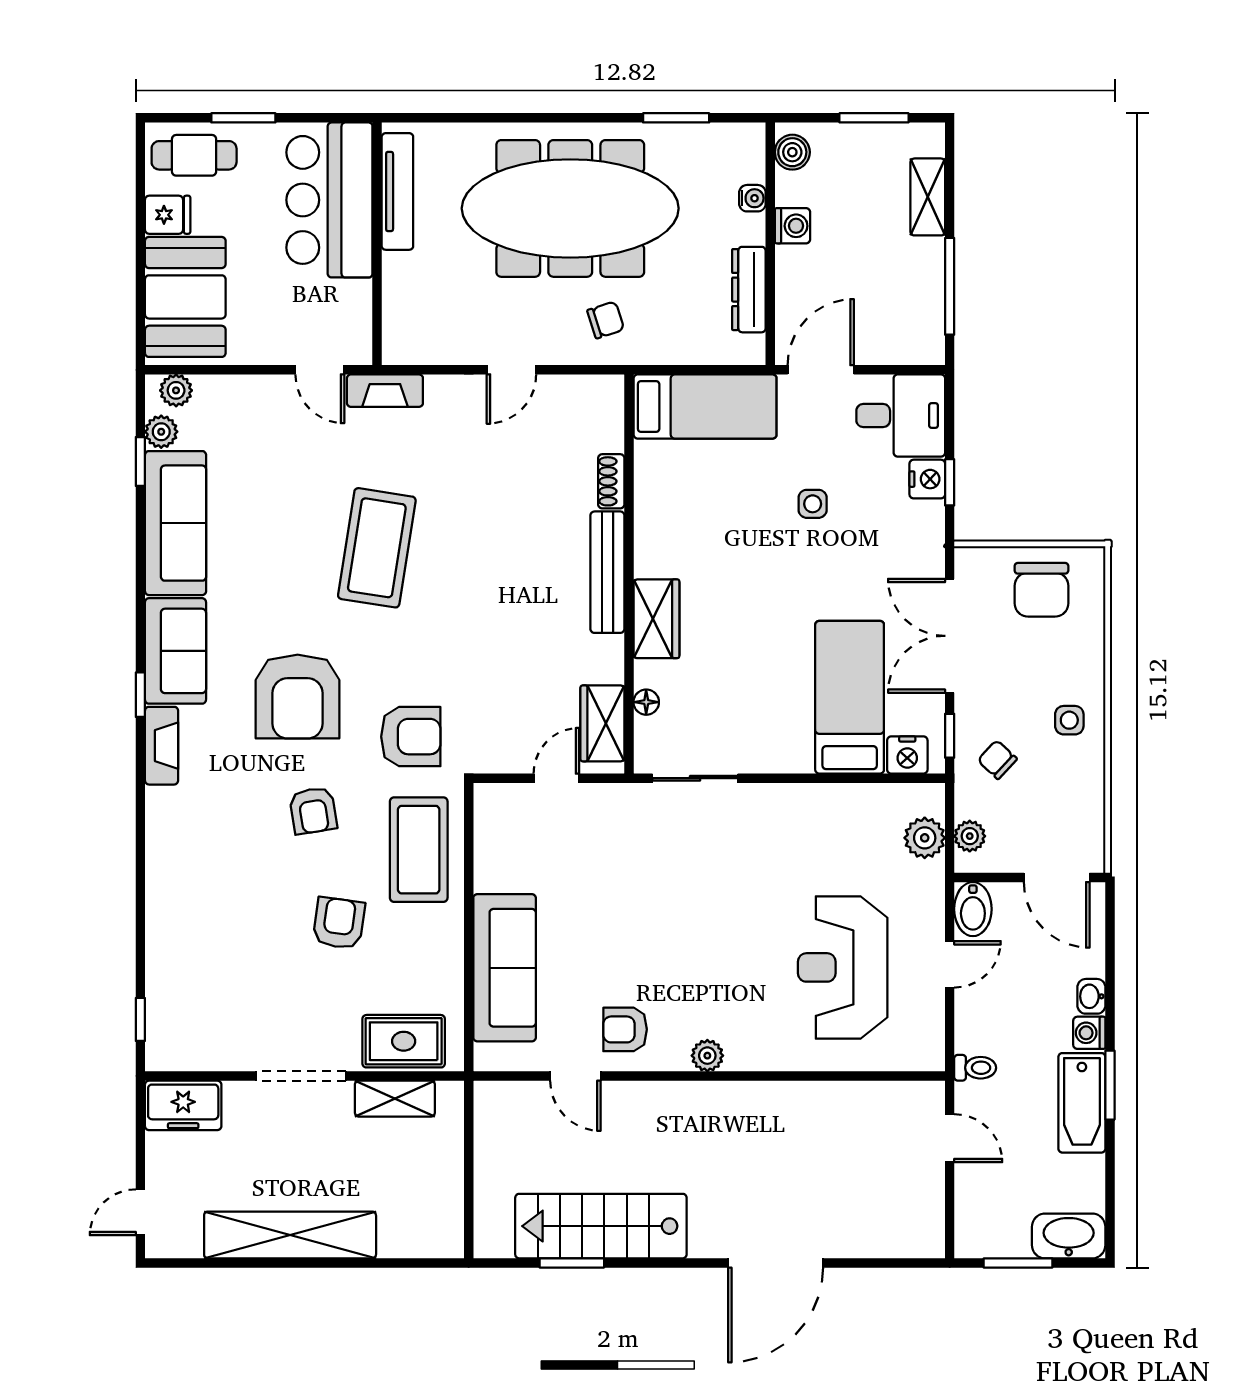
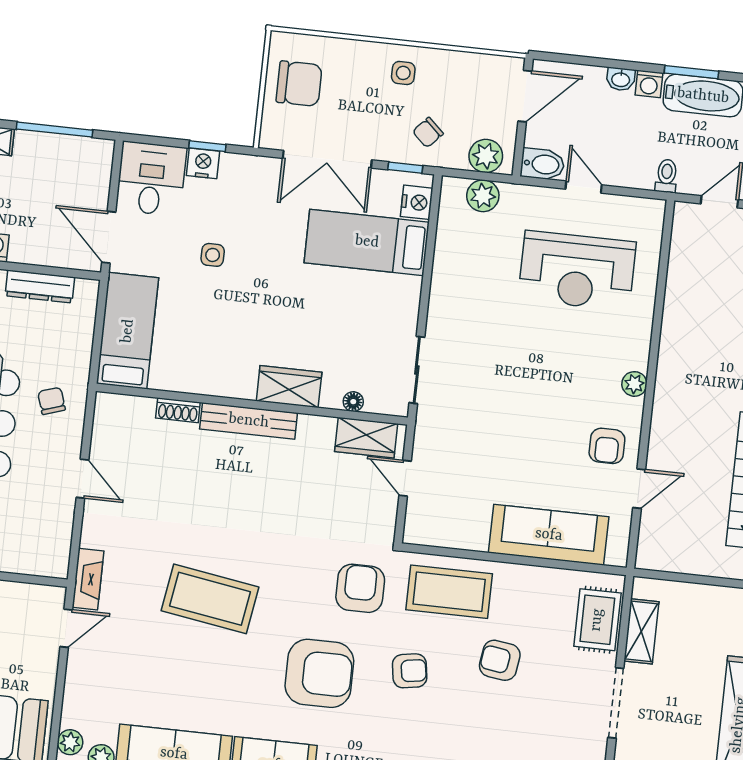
plant: (970, 836) -> (486, 156), width x1.38, depth x1.38

